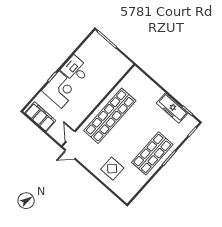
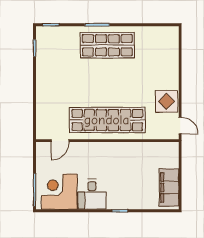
corner desk: (60, 90) -> (59, 192), moved
freezer: (172, 108) -> (45, 65), removed
door: (70, 137) -> (60, 141), moved
display table: (112, 169) -> (166, 101), moved

